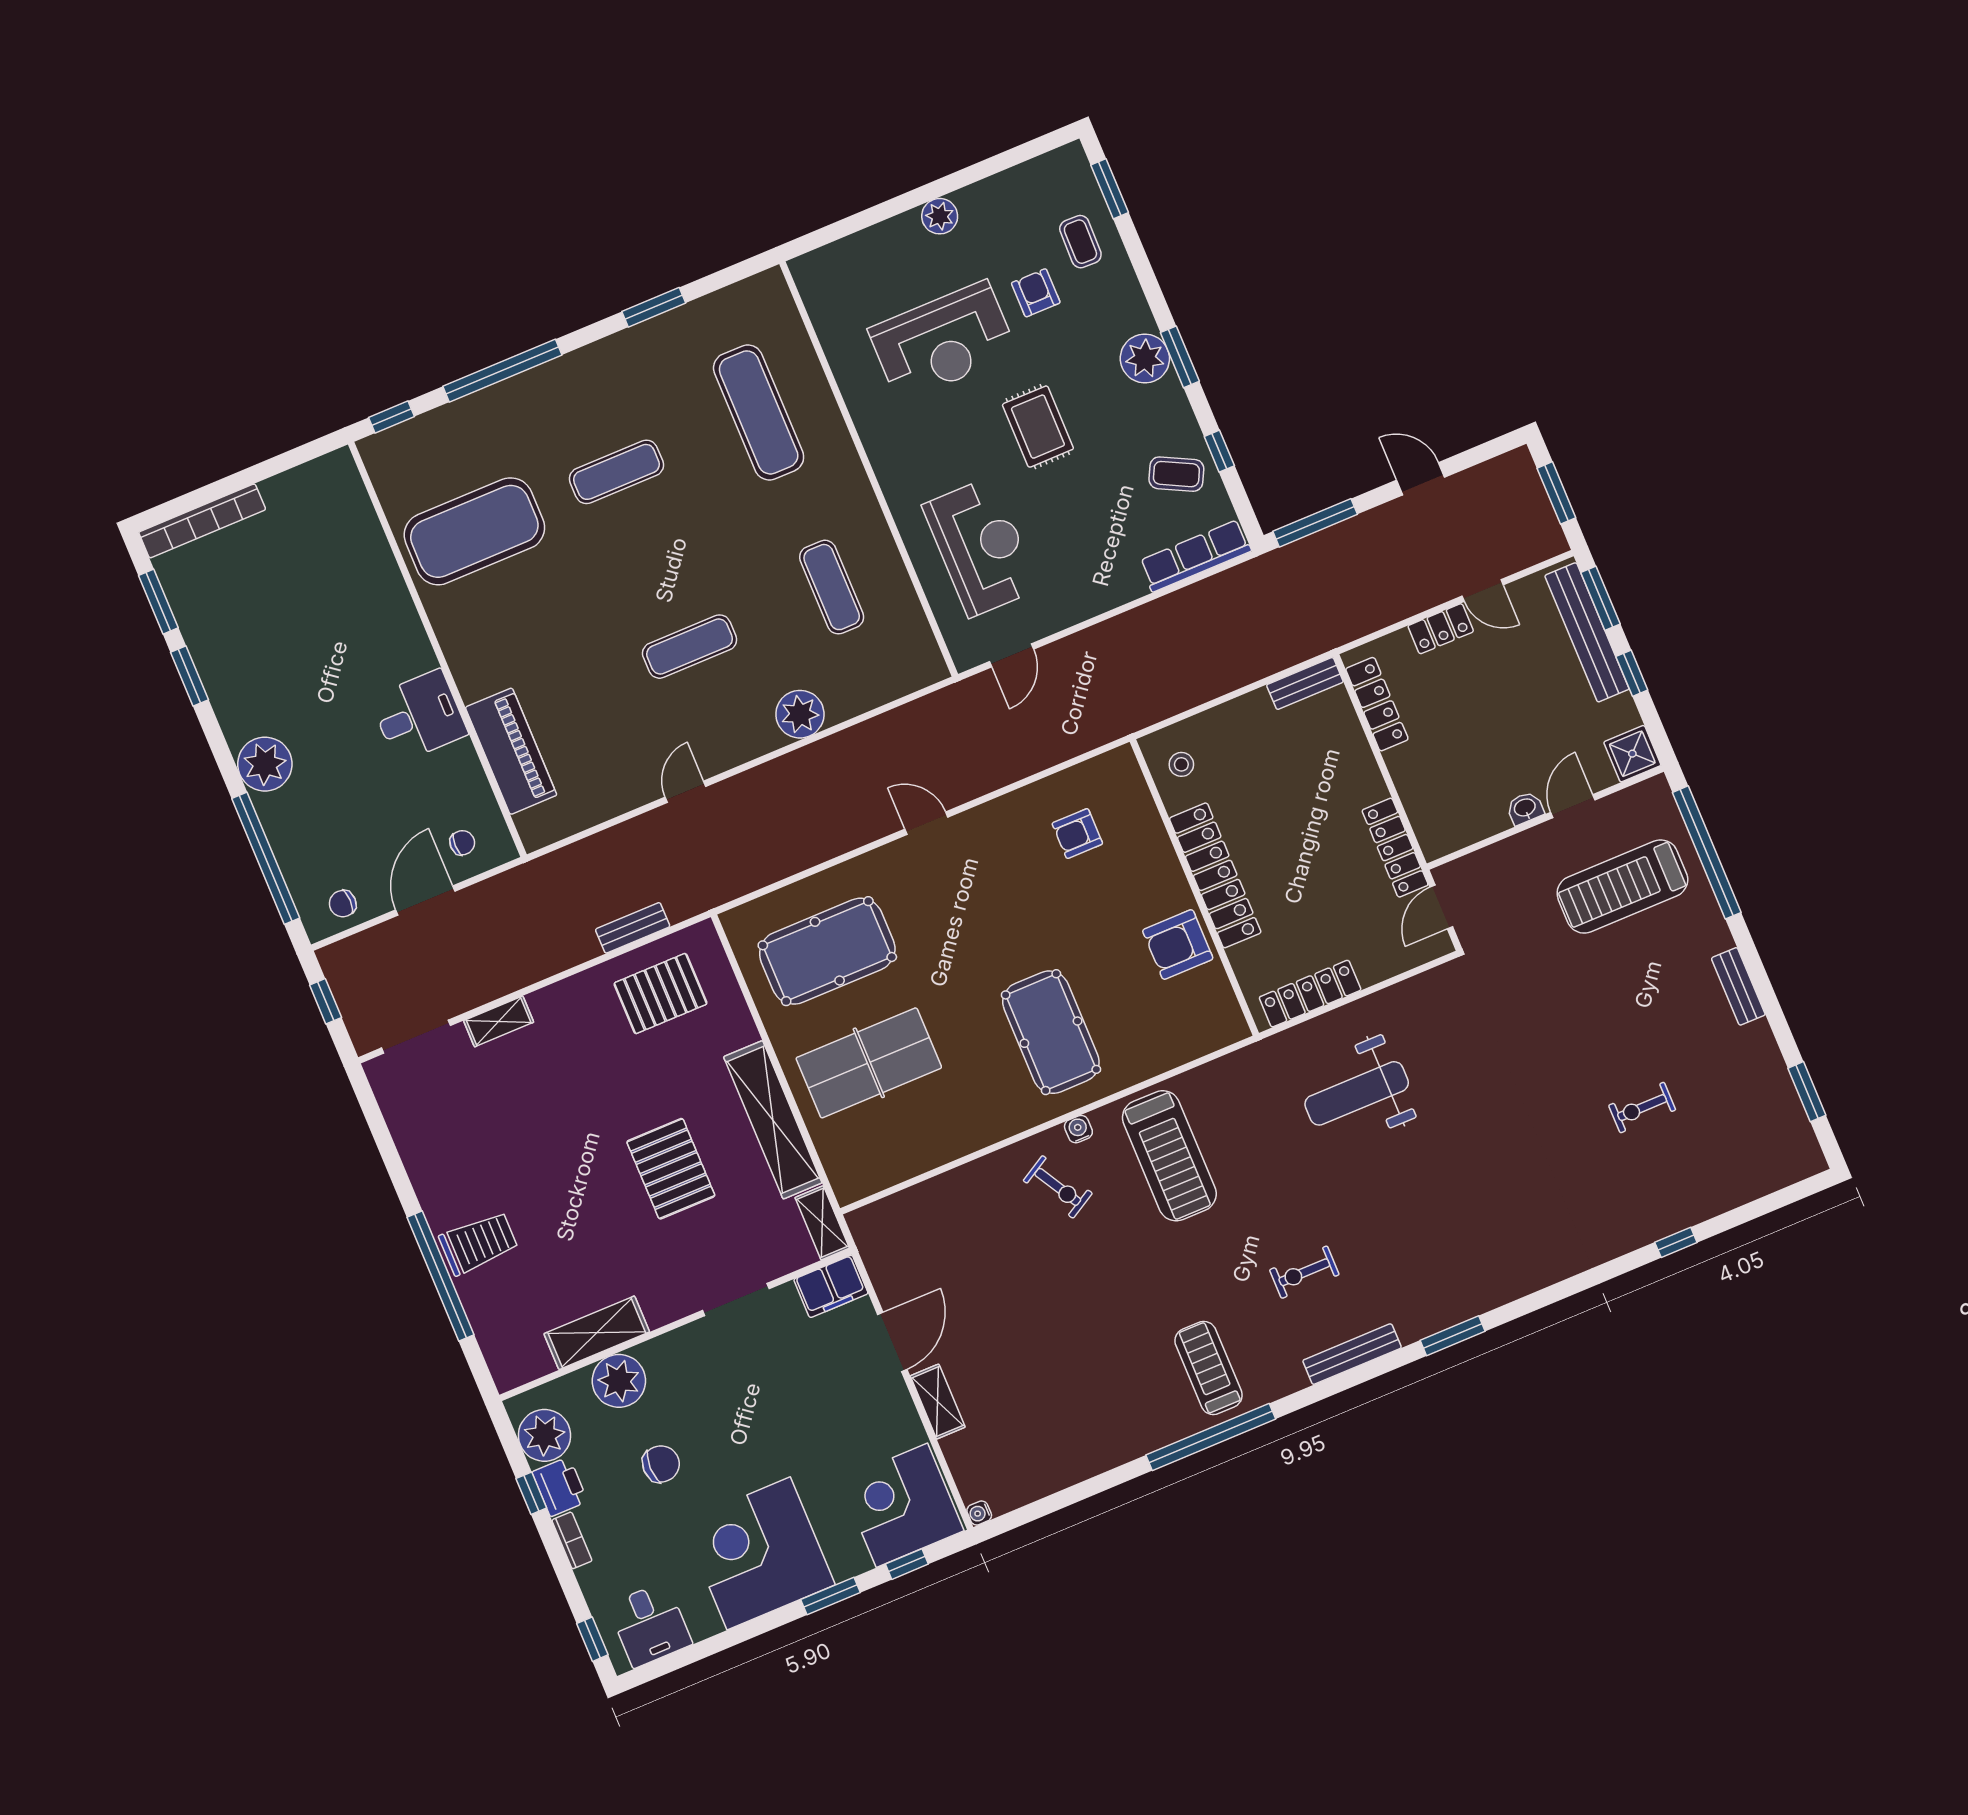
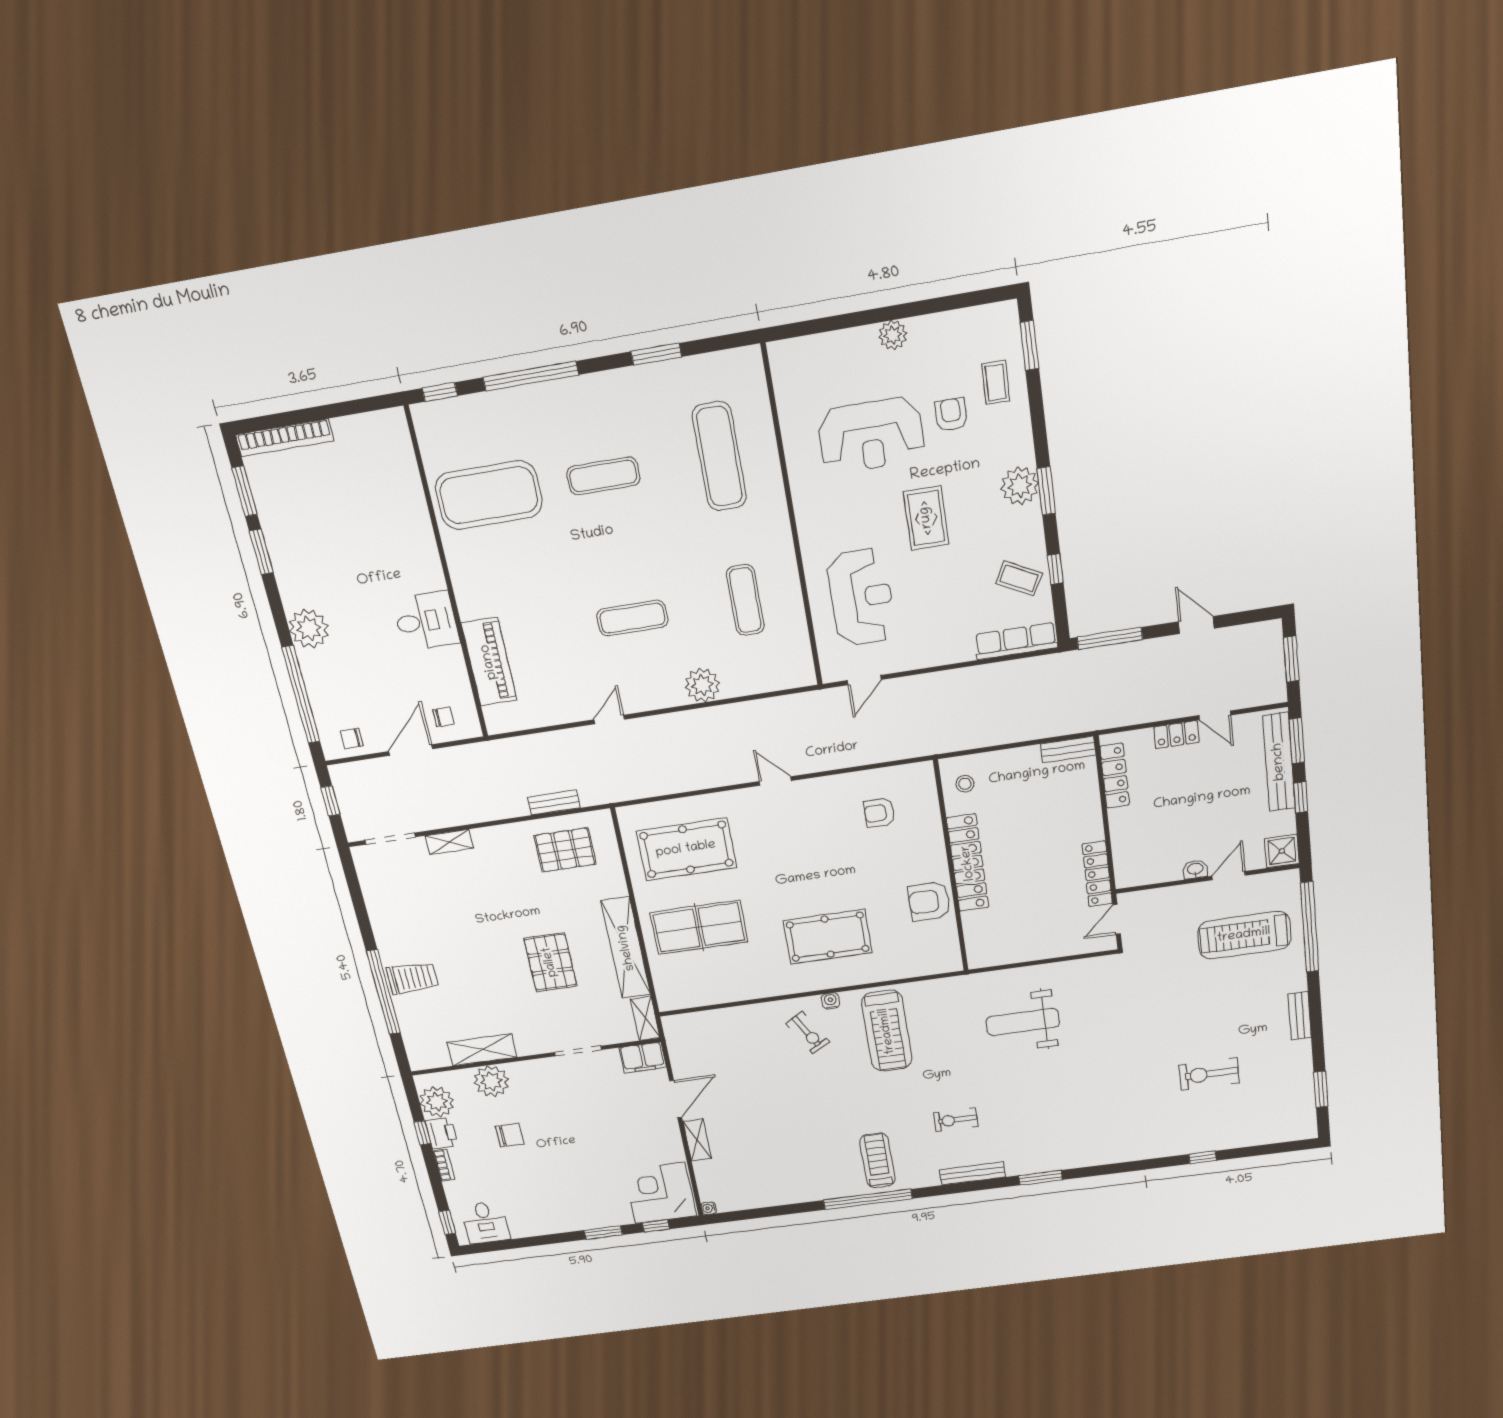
locker: (1310, 994) -> (1010, 953), removed
pool table: (1051, 1032) -> (828, 937), turned 90
exercise bike: (1642, 1108) -> (1209, 1074), width x1.38, depth x1.39
corner desk: (759, 1553) -> (563, 1199), removed

